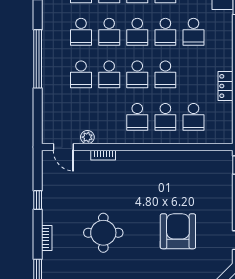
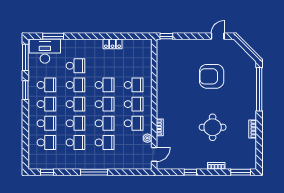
window: (38, 59) -> (94, 172), width x0.68
school desk: (193, 117) -> (134, 123), moved

